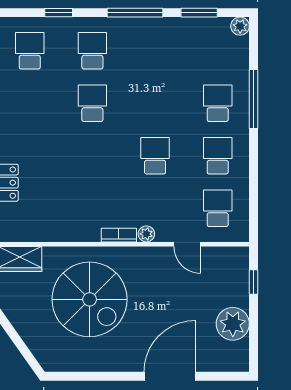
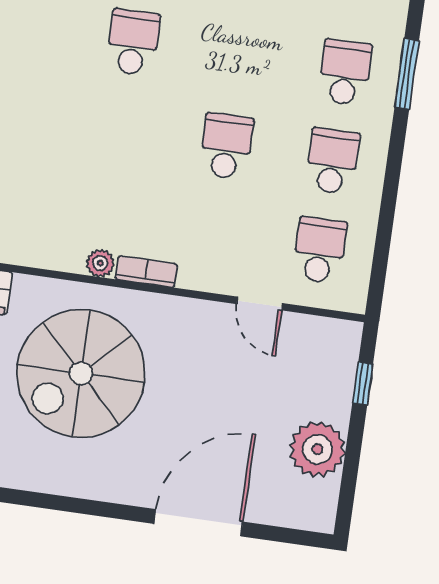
window: (254, 99) -> (407, 74), width x0.69
plant: (146, 234) -> (100, 263), moved
spiral stairs: (90, 299) -> (81, 373), turned 90

